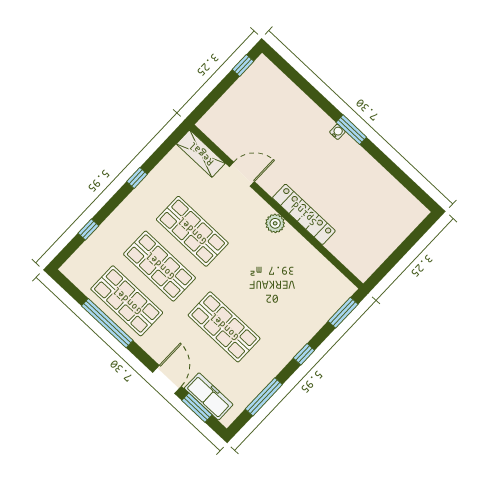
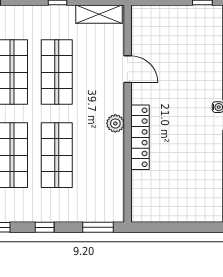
shelving: (201, 154) -> (99, 14), moved, turned 90
shop shelf: (257, 292) -> (57, 155), added

